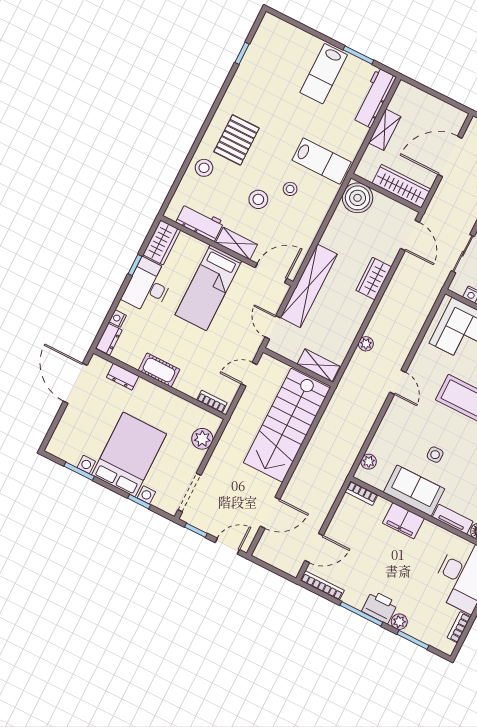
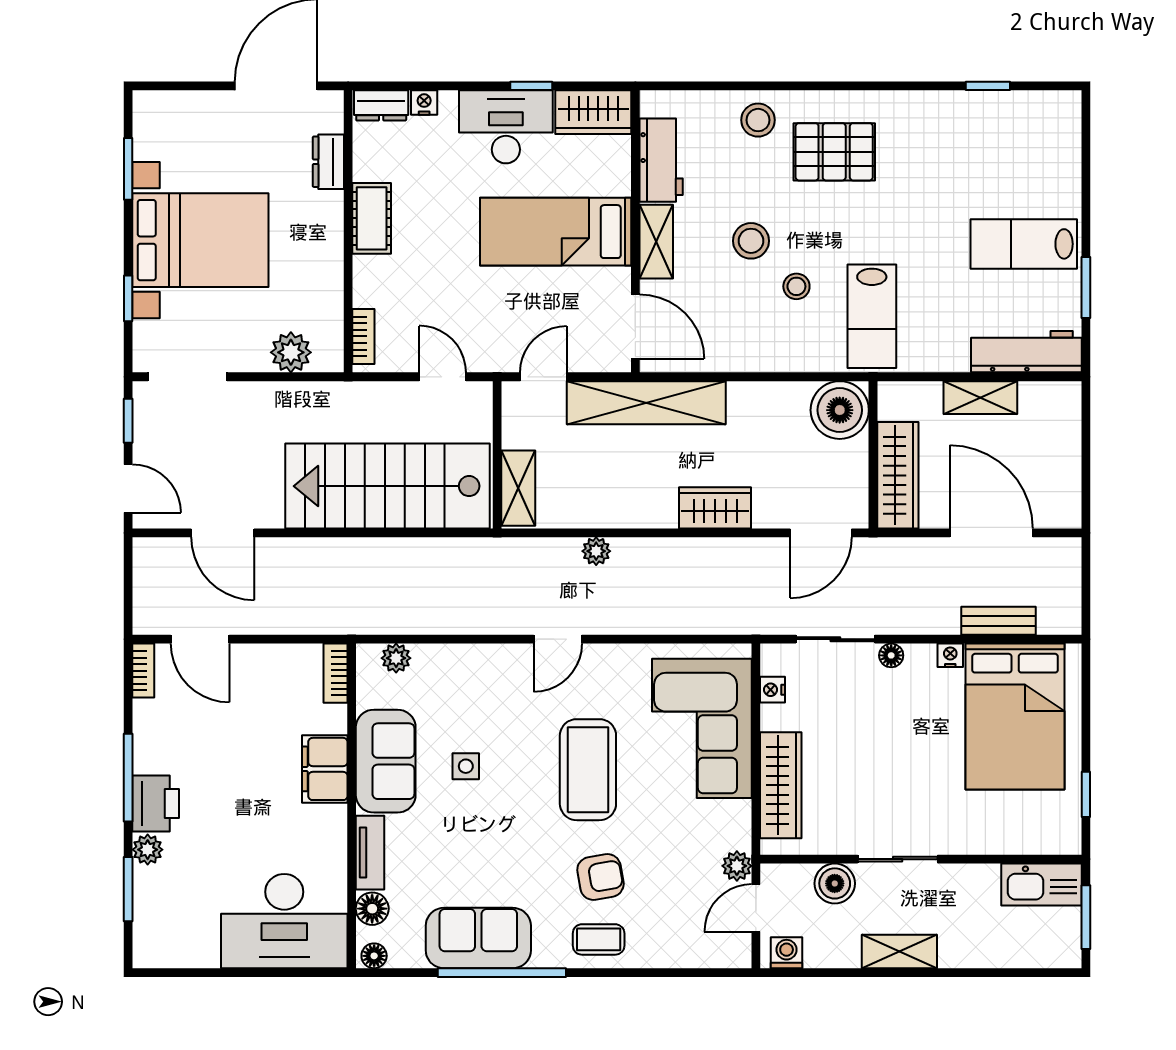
bookcase: (322, 585) -> (143, 671), width x0.64
bookcase: (459, 627) -> (190, 957), removed

